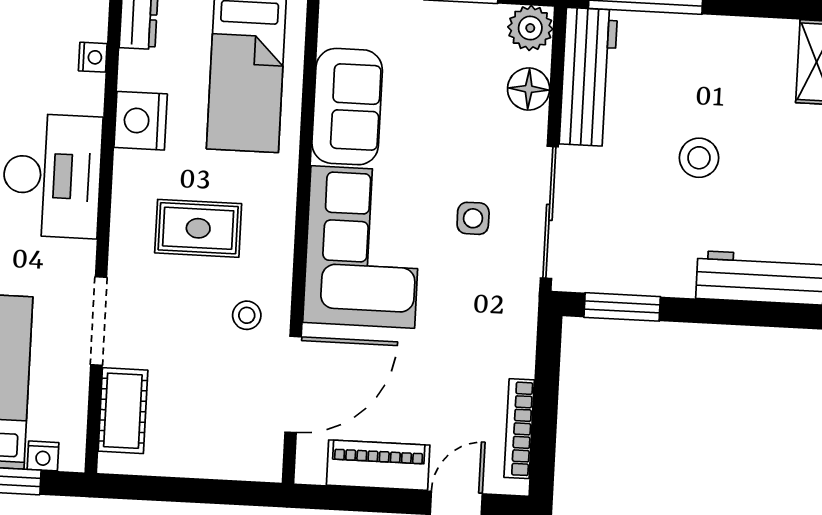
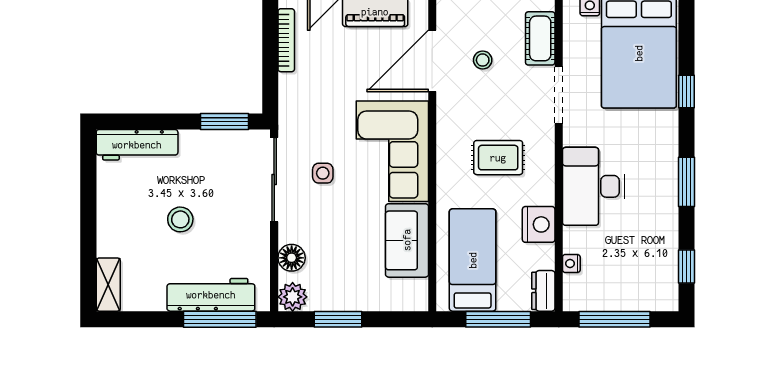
workbench: (588, 77) -> (211, 295), moved, turned 90
stool: (247, 315) -> (483, 60), moved

